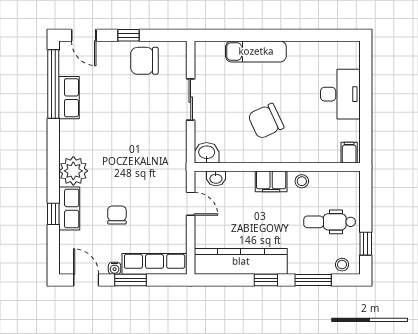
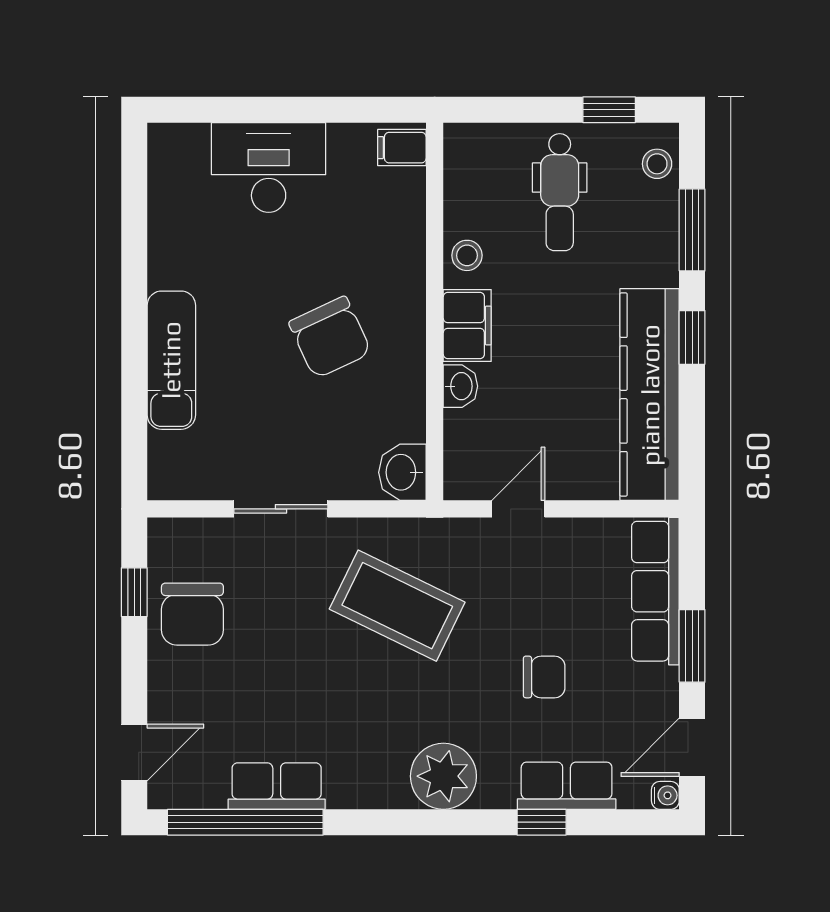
window: (128, 35) -> (134, 592), moved
coffee table: (148, 151) -> (397, 606), added
washbasin: (216, 178) -> (460, 386), moved
row of seats: (69, 208) -> (567, 786), moved
chair: (117, 215) -> (544, 677), turned 180
water cooler: (115, 268) -> (665, 795), moved

